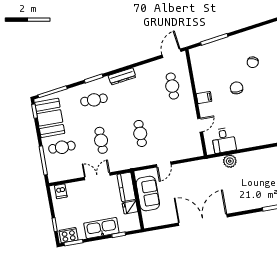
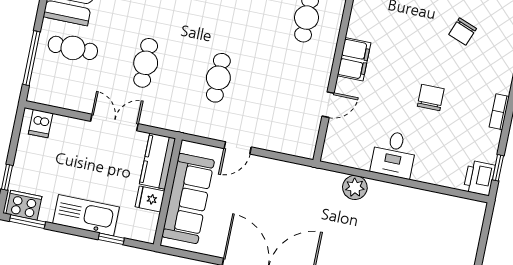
chair: (237, 88) -> (431, 98), moved
filing cabinet: (204, 98) -> (354, 59), width x2.00
desk: (224, 140) -> (394, 154), moved
sofa: (148, 194) -> (188, 198), width x1.36

